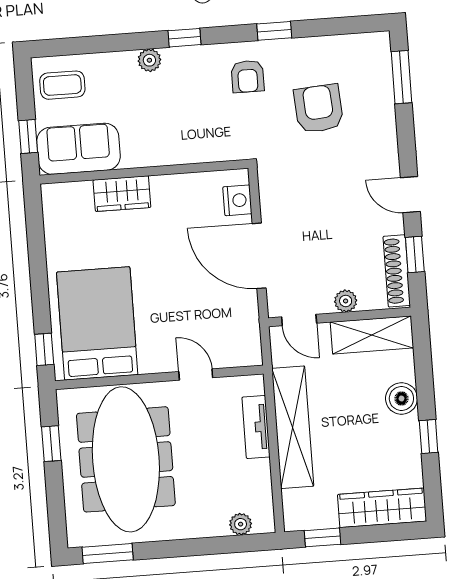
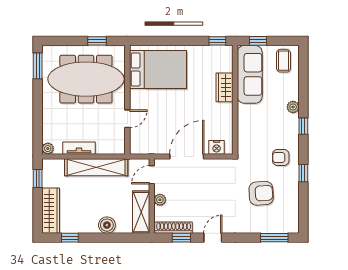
sofa: (79, 149) -> (250, 74), width x1.36
window: (44, 349) -> (217, 41), moved
tv unit: (256, 427) -> (79, 148), moved
window: (429, 437) -> (70, 238), moved
plant: (241, 524) -> (48, 149), moved

